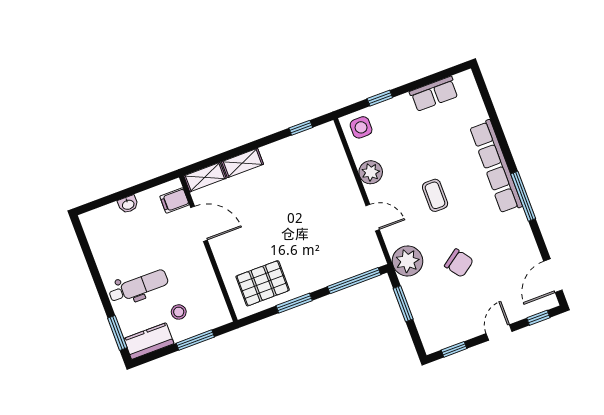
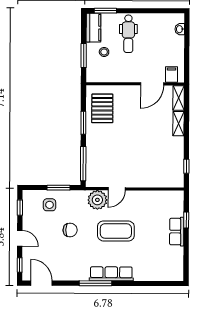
row of seats: (434, 94) -> (177, 232), moved
side table: (361, 127) -> (49, 205), moved
row of seats: (496, 167) -> (111, 274), width x0.73
plant: (371, 172) -> (144, 198), removed
coffee table: (435, 195) -> (116, 231), width x1.86, depth x1.72
washbasin: (128, 204) -> (180, 29), moved
plant: (407, 261) -> (97, 200), moved
chair: (459, 263) -> (70, 230), turned -144

